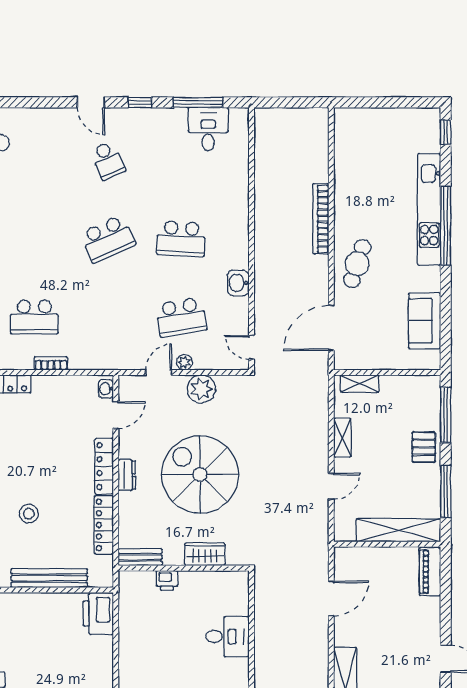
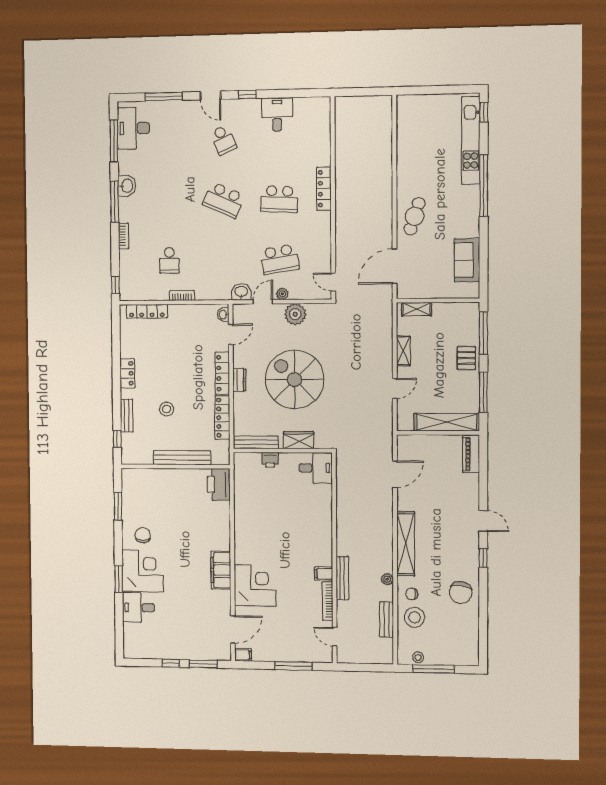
window: (198, 102) -> (164, 97), moved
desk: (208, 129) -> (277, 114), moved
kitchen unit: (429, 209) -> (471, 140), moved
bookcase: (321, 219) -> (386, 182), removed
locker: (240, 226) -> (324, 189), added
school desk: (108, 239) -> (224, 200), turned 48
washbasin: (238, 283) -> (241, 292), moved, turned 90
school desk: (34, 317) -> (169, 260), width x0.54
bench: (140, 557) -> (256, 442), width x1.36
desk: (227, 637) -> (316, 468), moved

